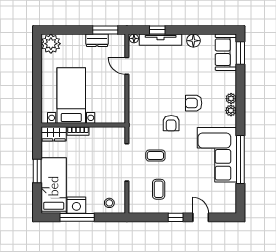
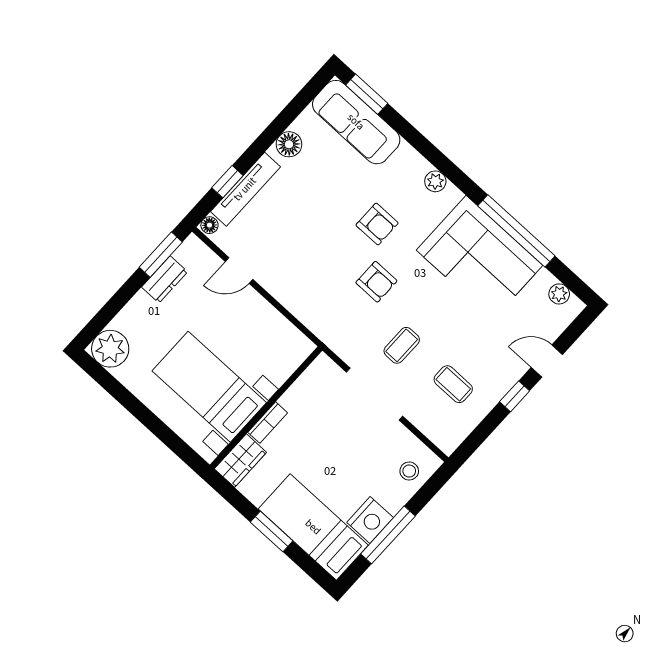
sofa: (226, 52) -> (356, 122), width x1.36
plant: (231, 99) -> (559, 294), moved
armchair: (194, 103) -> (377, 224), turned -90

